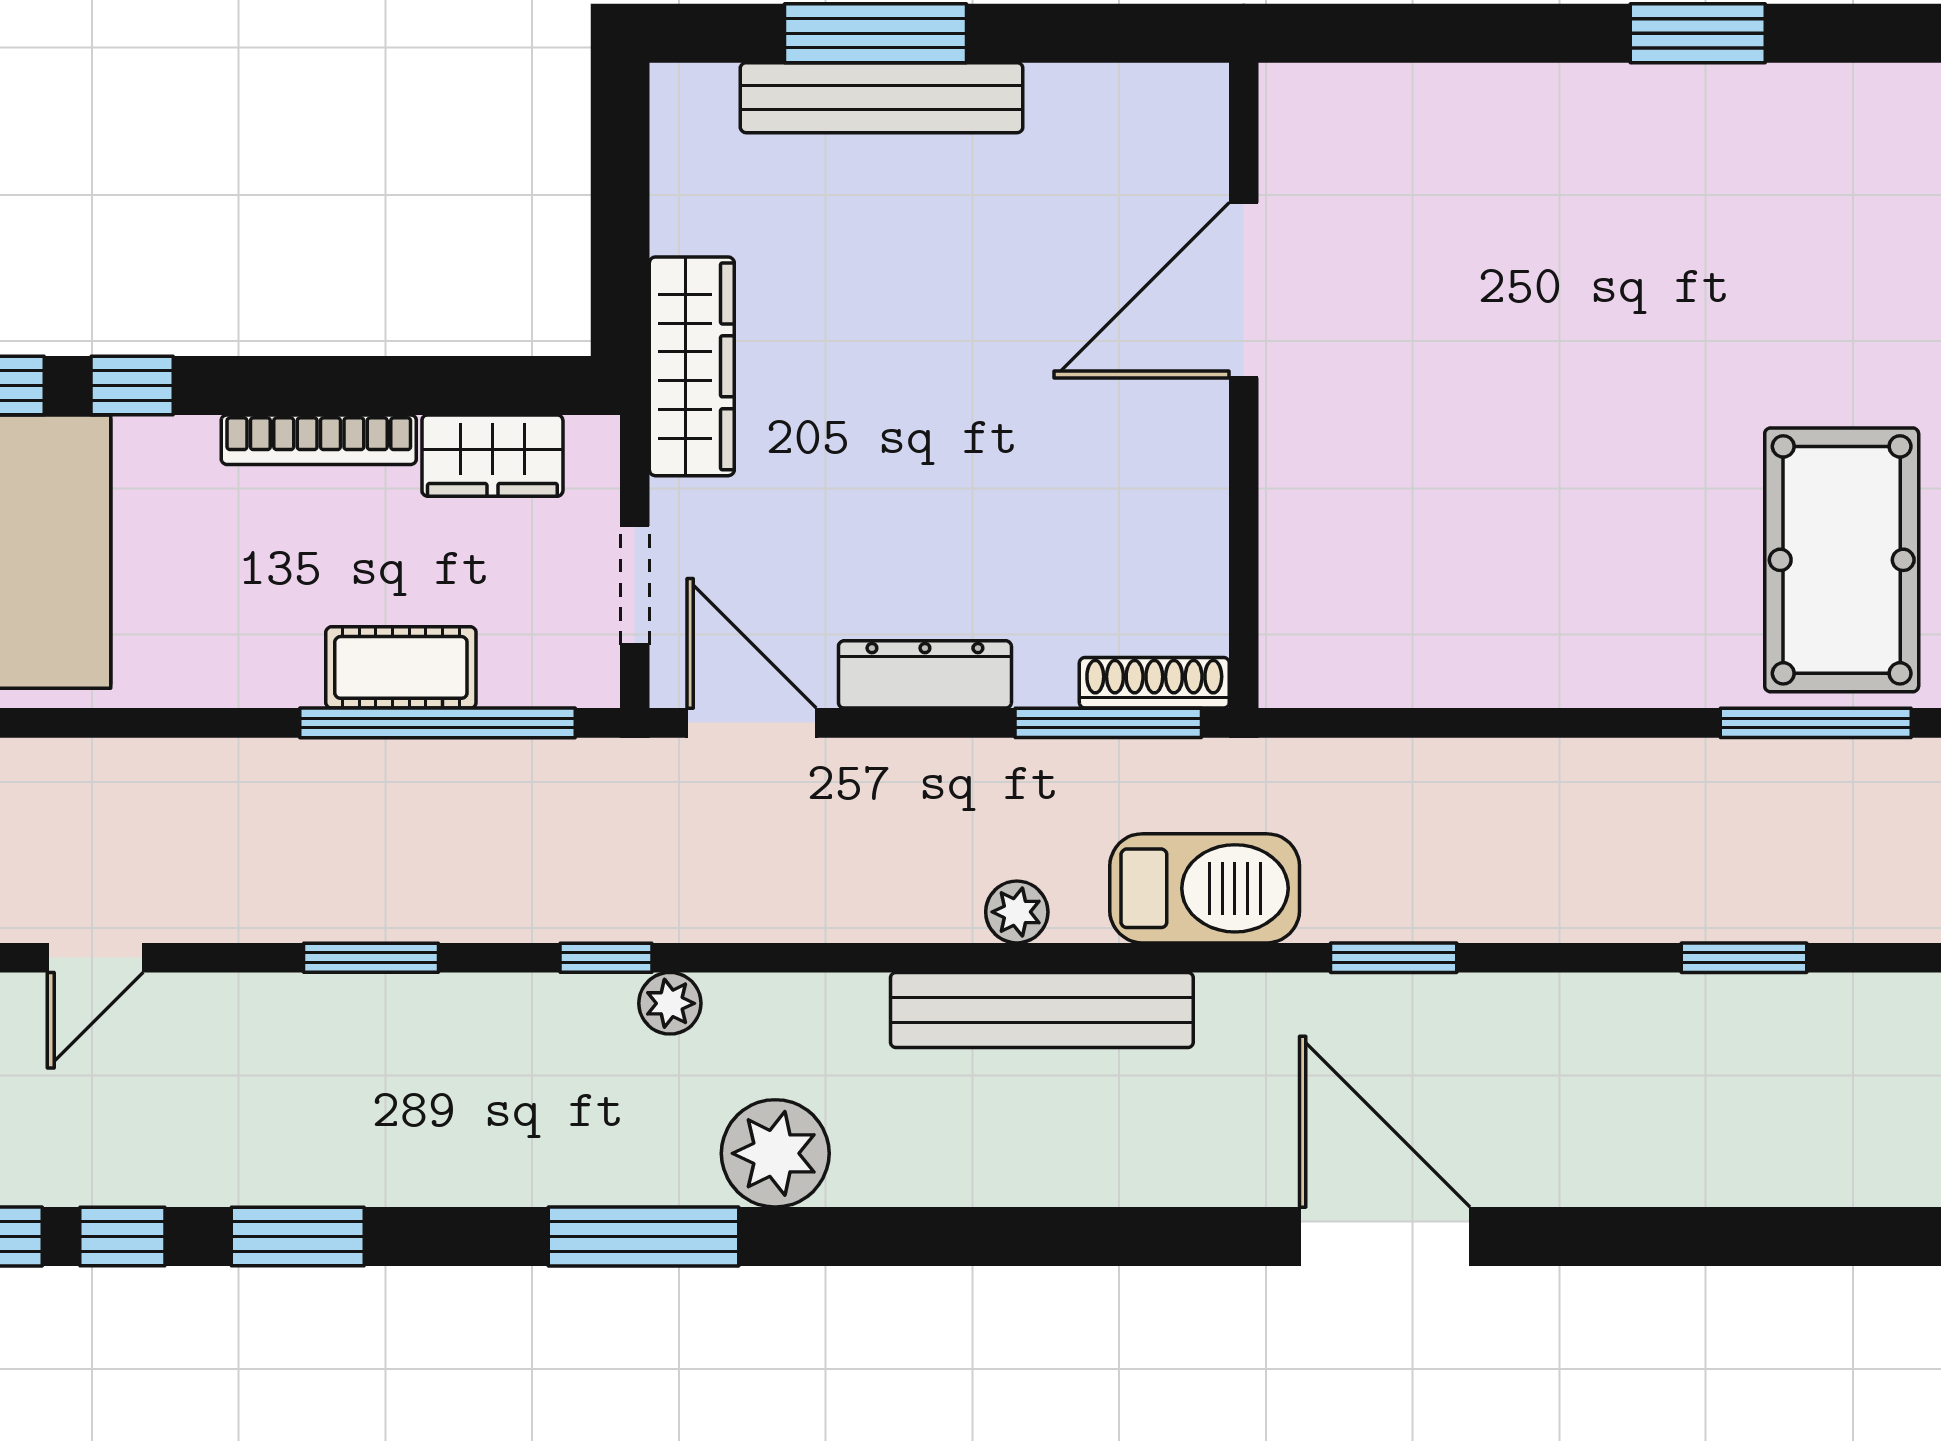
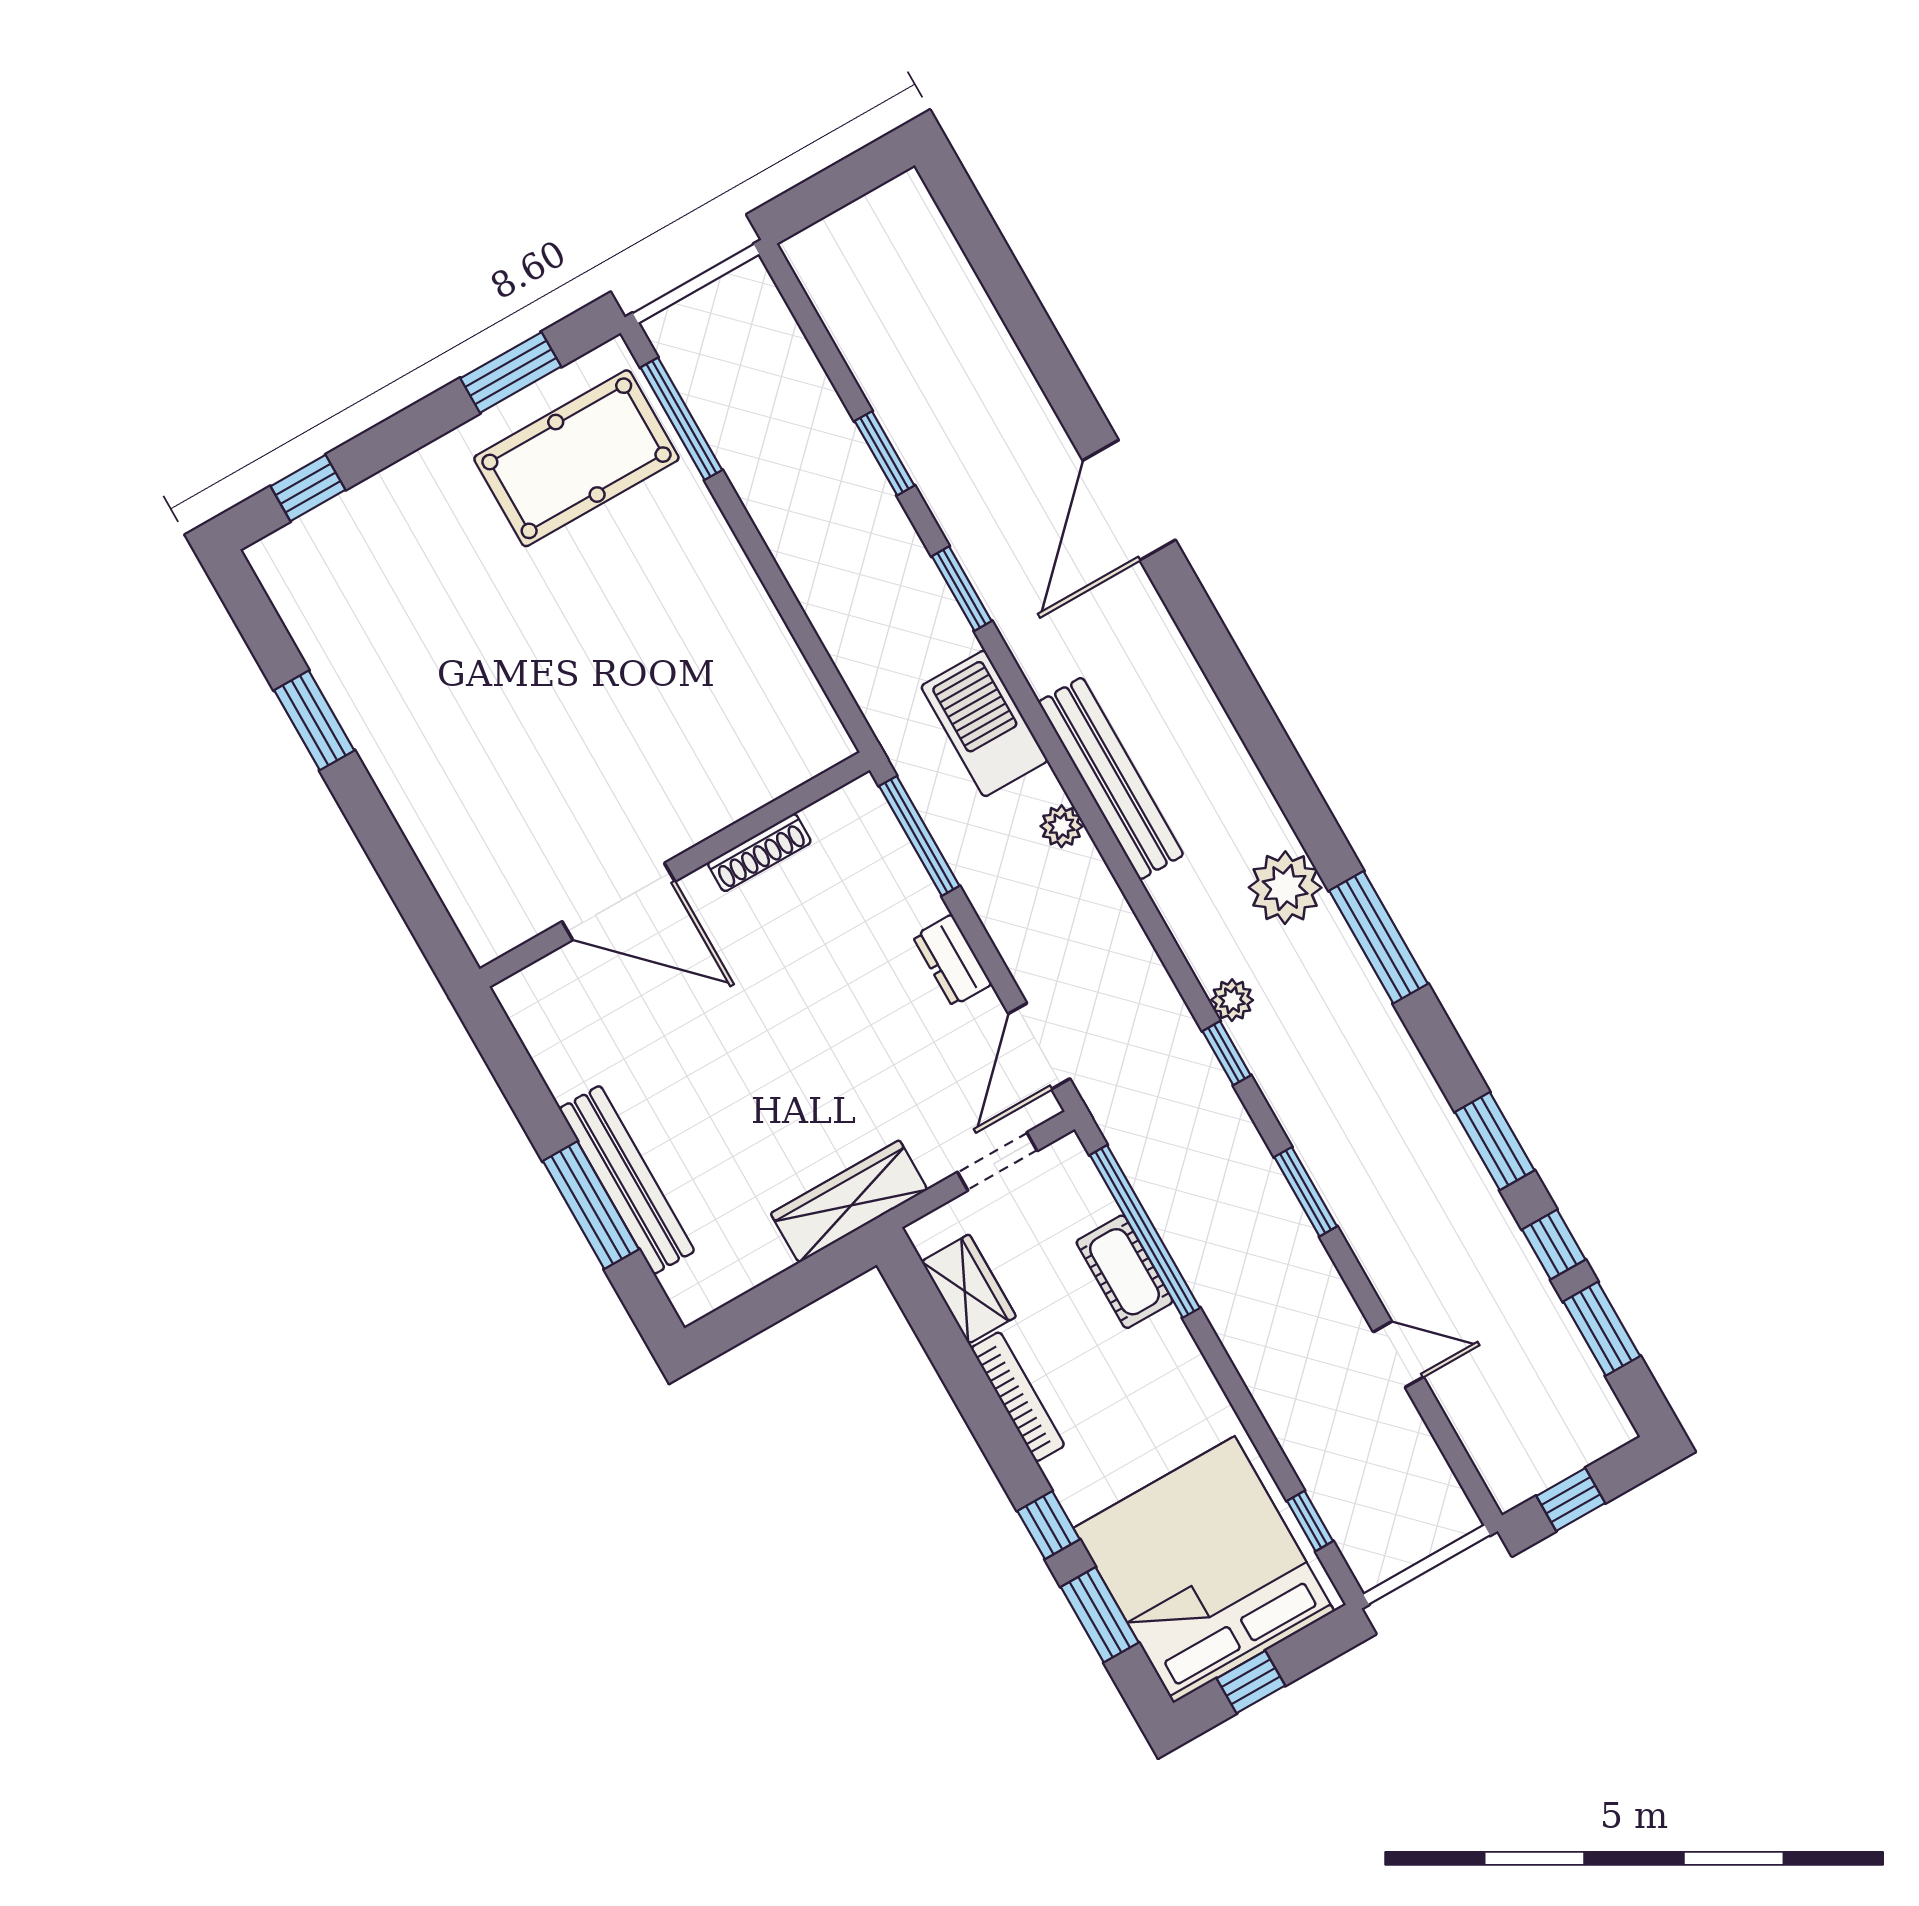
dresser: (925, 674) -> (952, 960), width x0.70
shoe rack: (1154, 683) -> (759, 853), moved, turned -90
window: (1744, 958) -> (885, 453), moved

